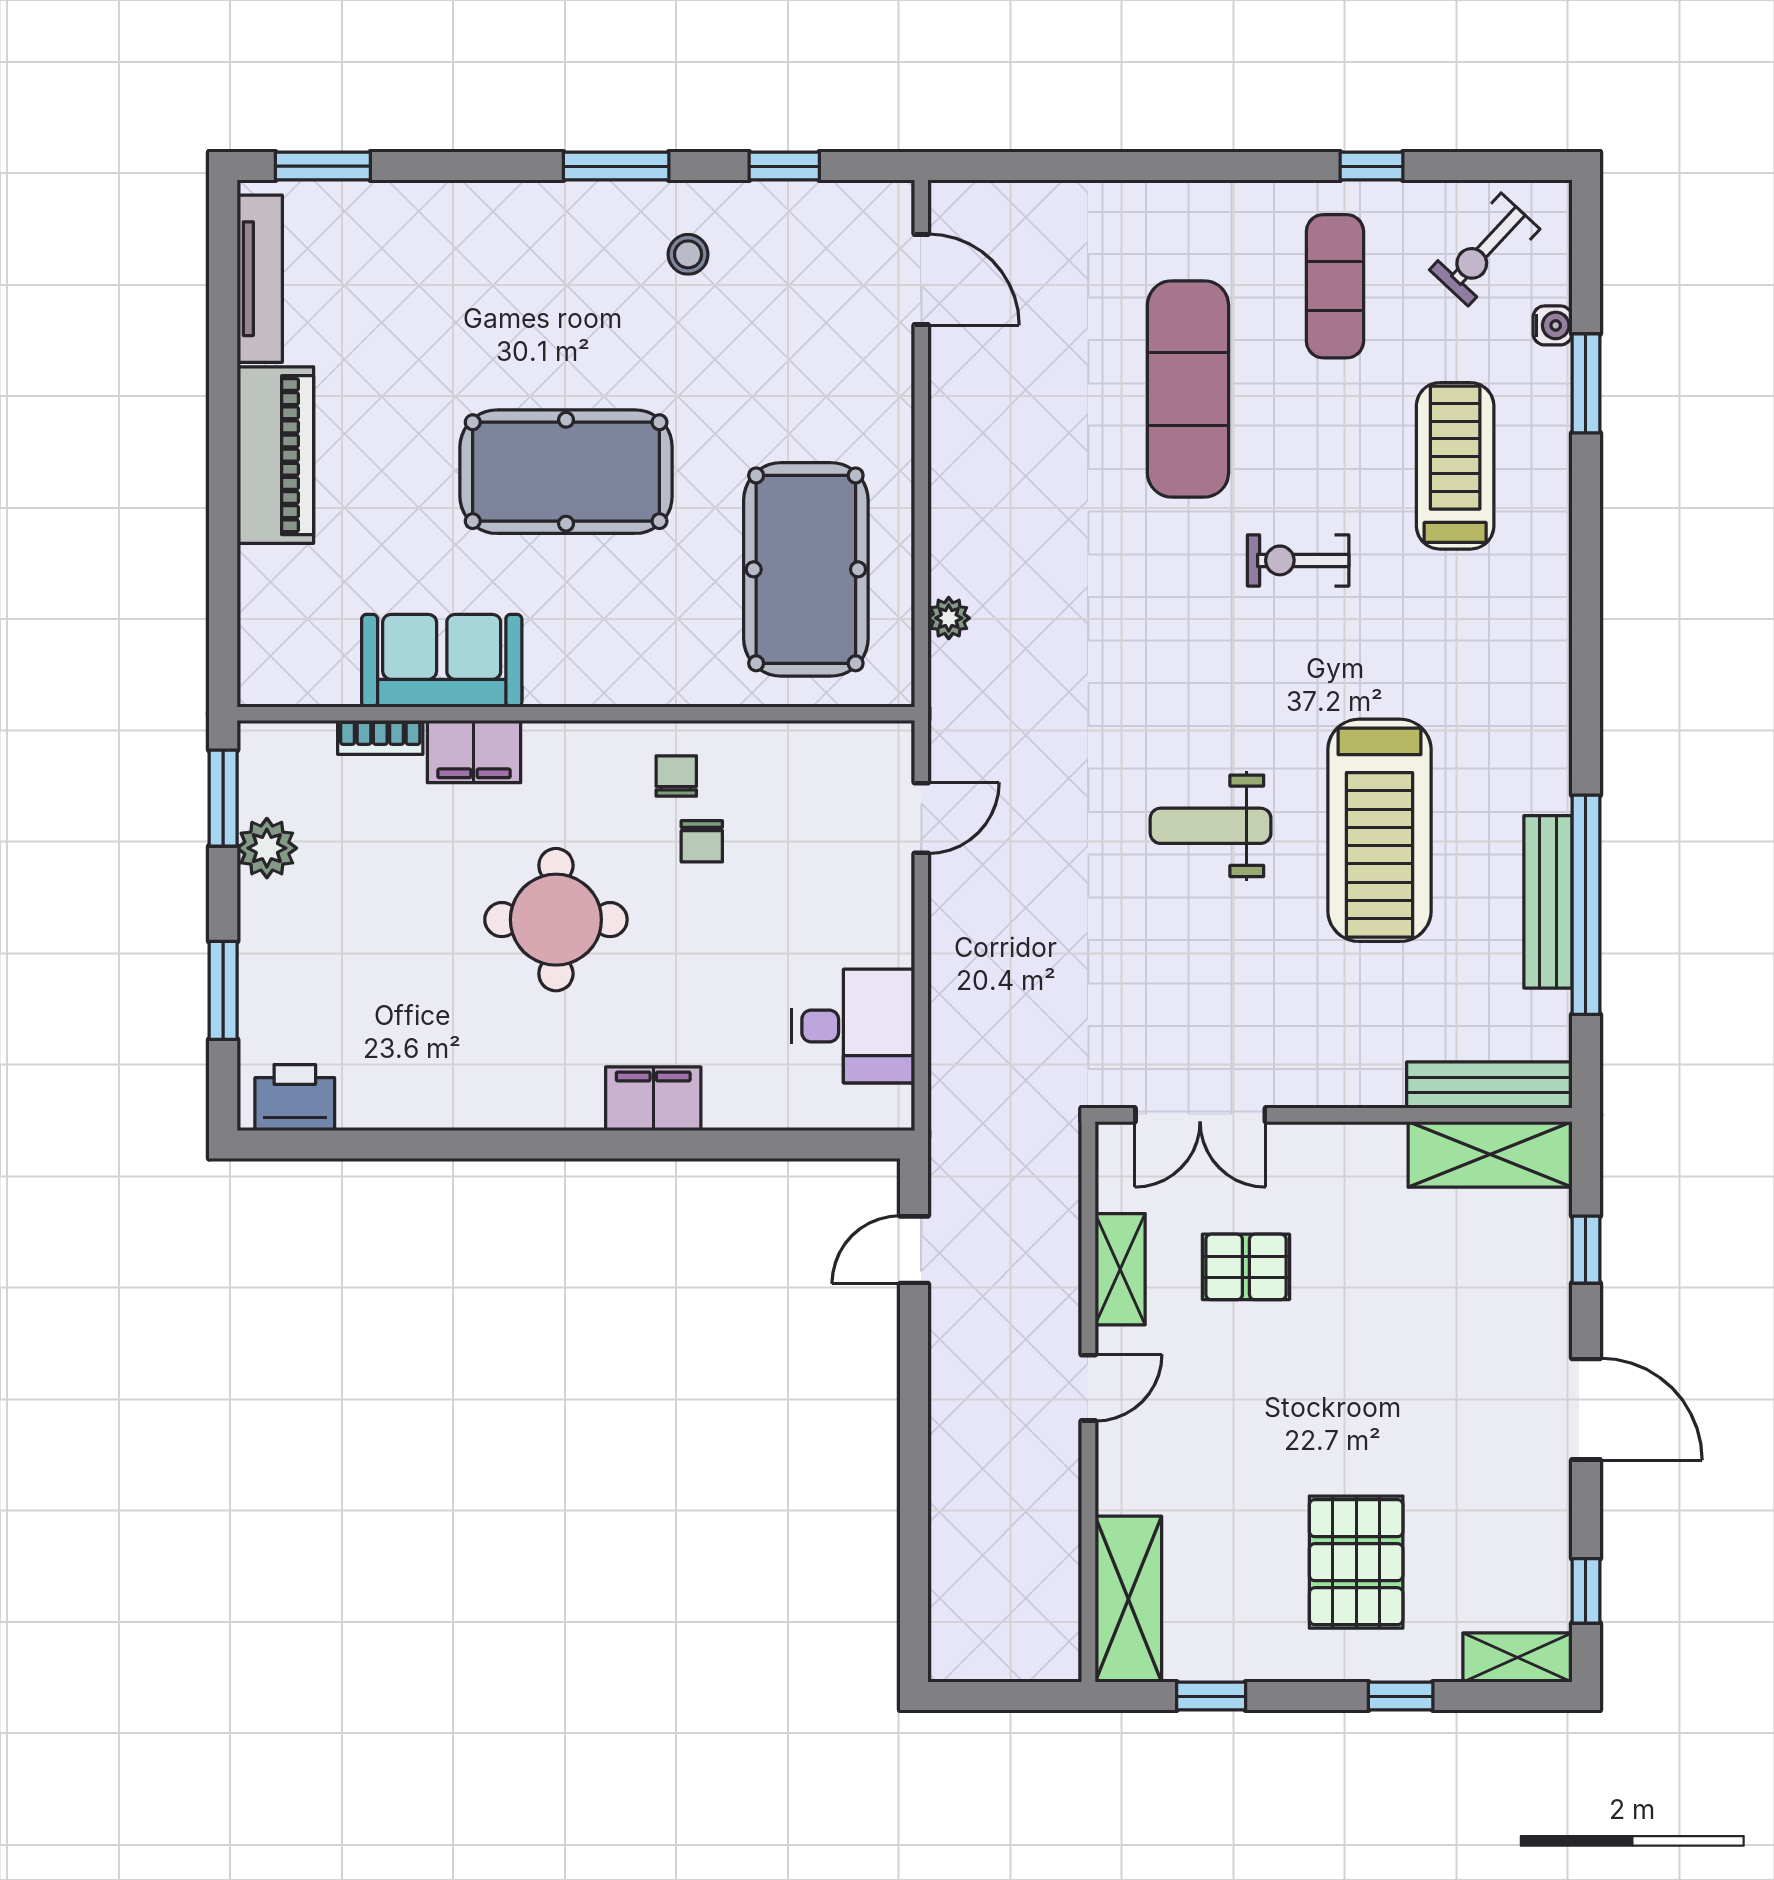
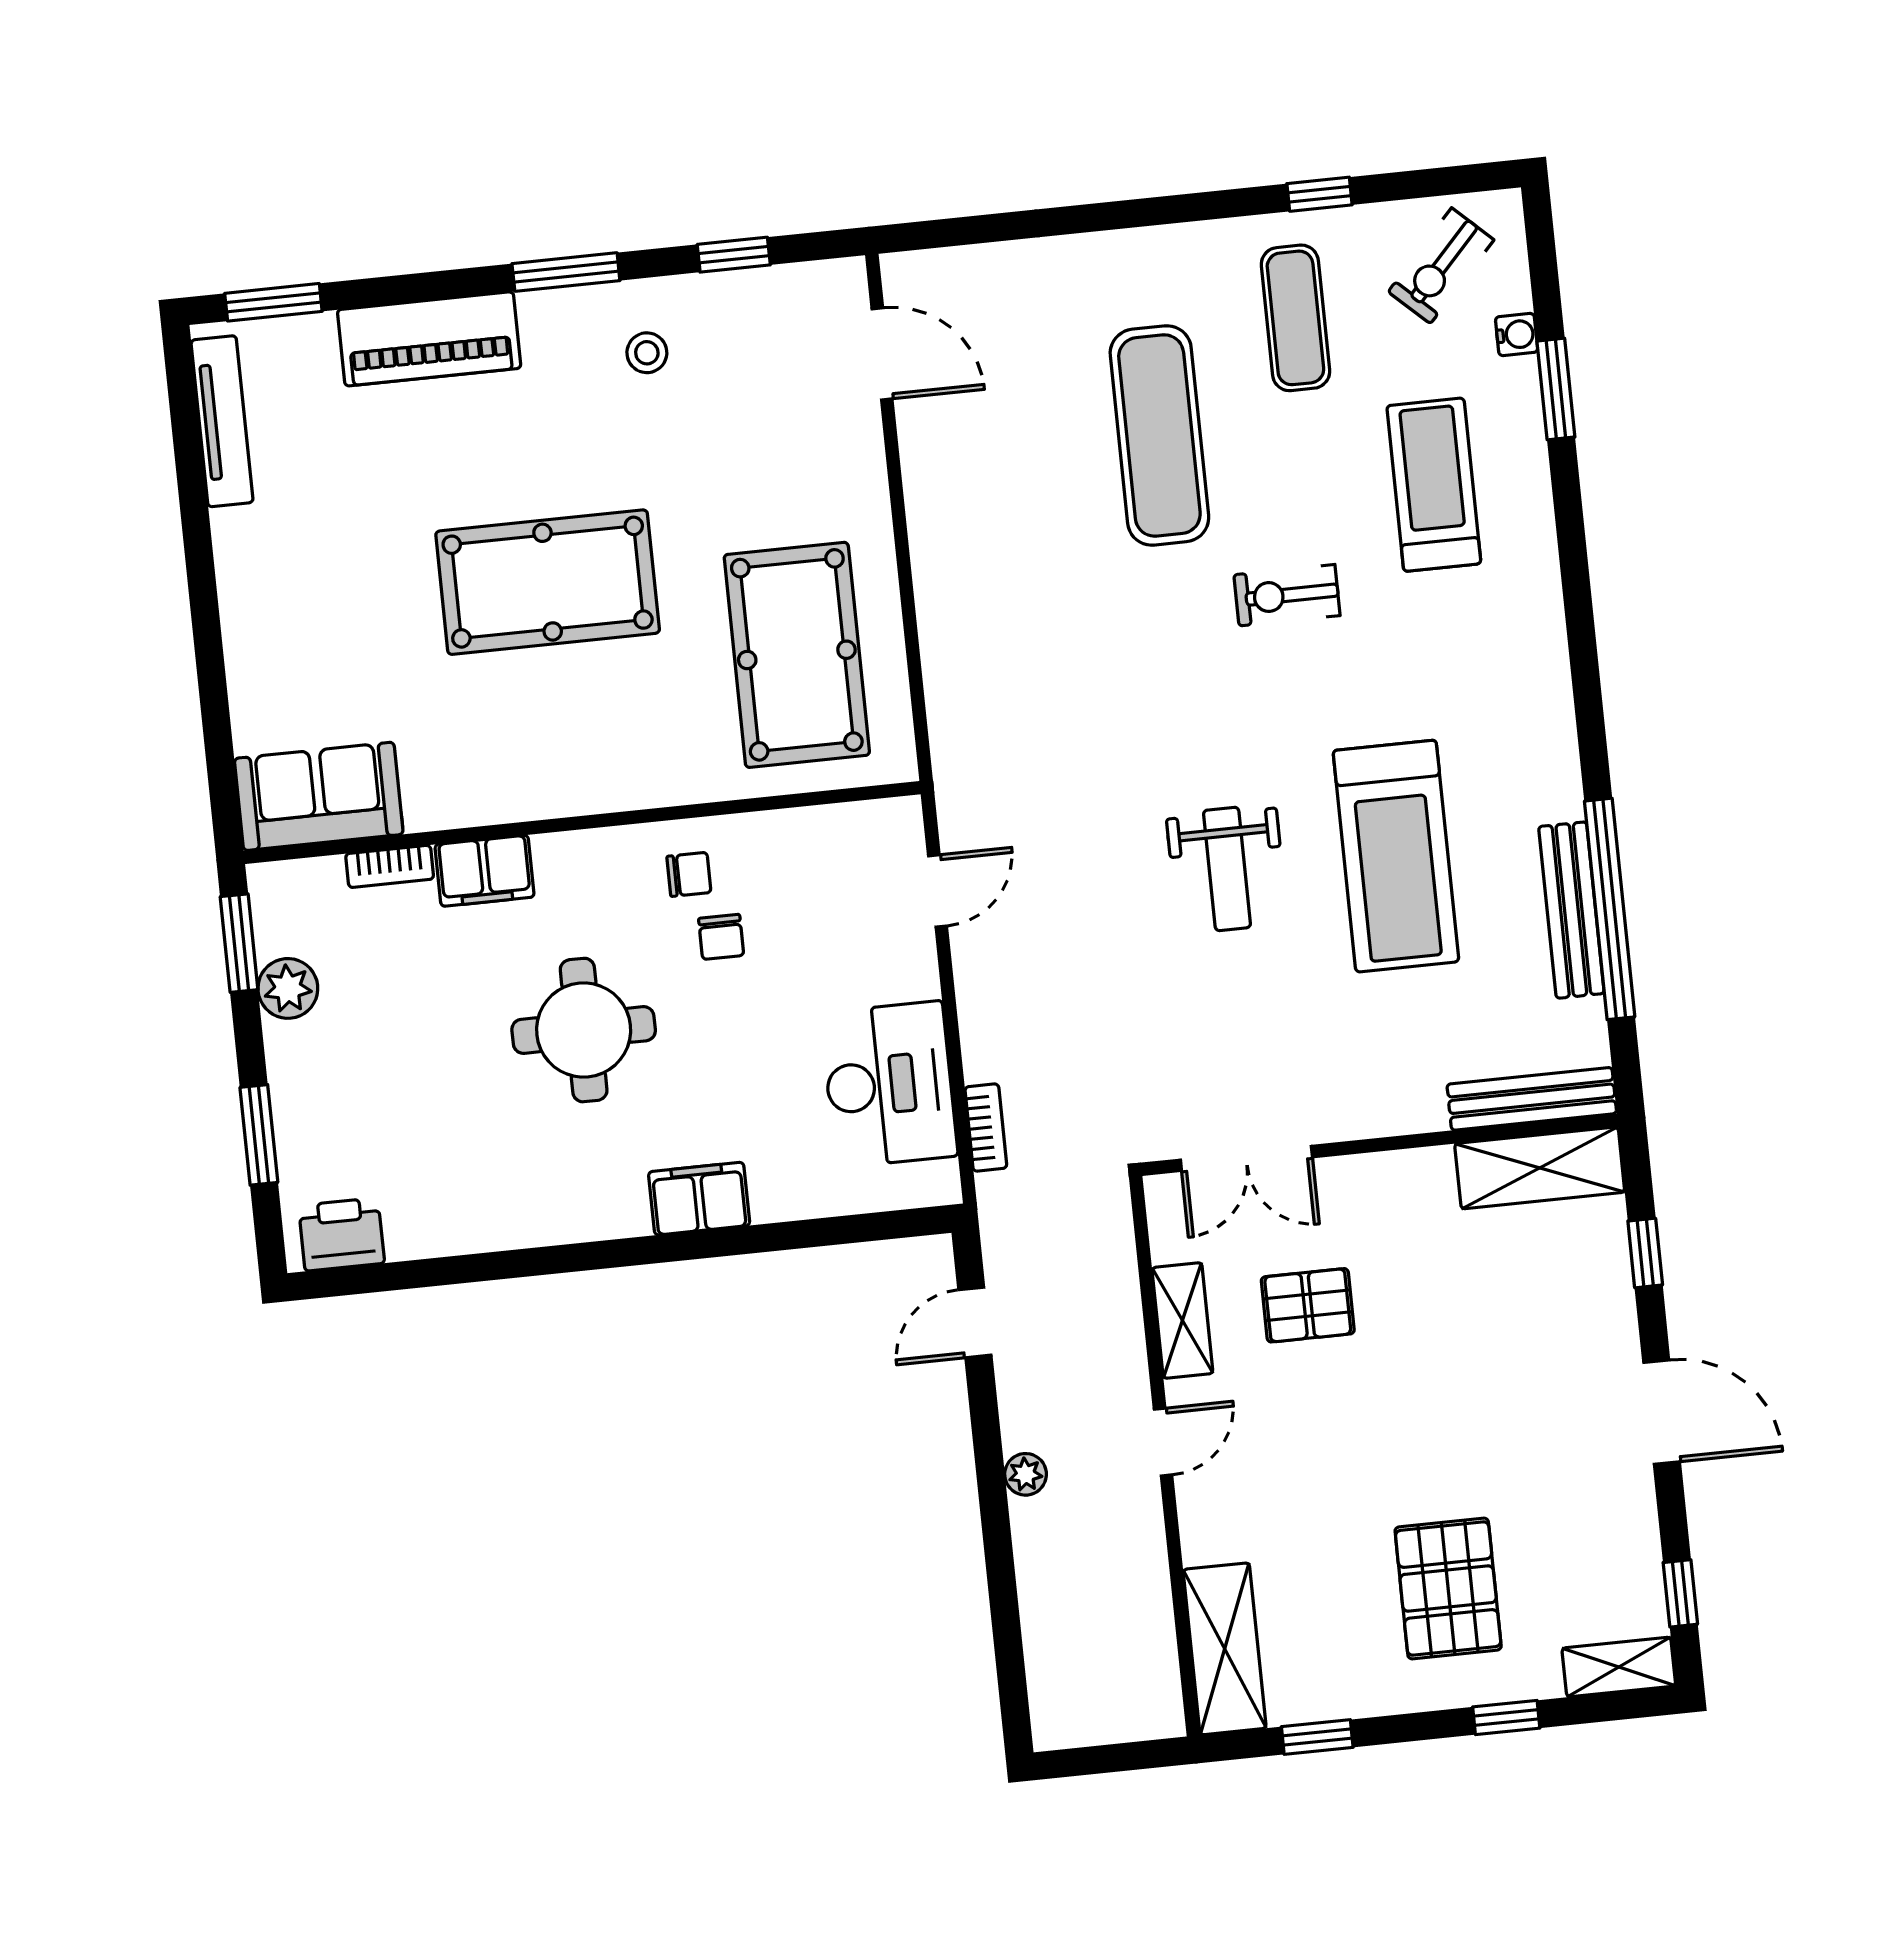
piano: (275, 455) -> (429, 339), moved, turned 90
plant: (949, 618) -> (1026, 1474), moved
sofa: (442, 661) -> (319, 796), moved
chair: (676, 776) -> (689, 874), turned 90
weight bench: (1211, 826) -> (1227, 869), turned -90
desk: (853, 1026) -> (889, 1084), width x1.37
bookcase: (945, 1058) -> (986, 1128), added

